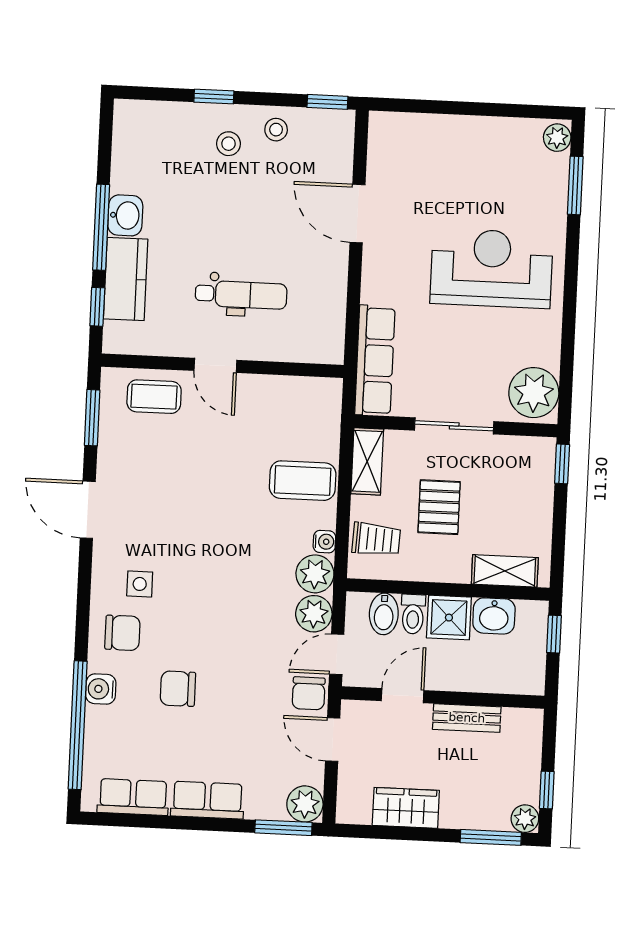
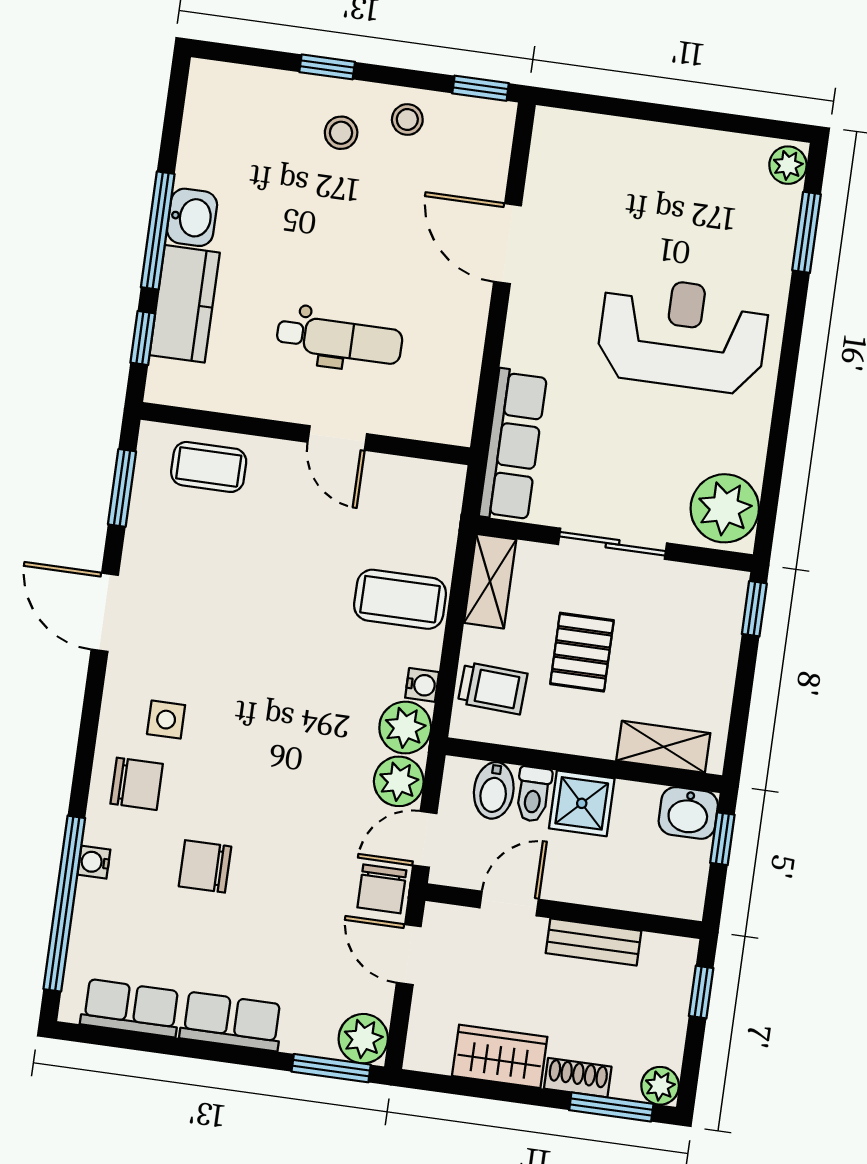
door: (215, 365) -> (337, 438), moved
washbasin: (494, 616) -> (688, 813), moved
water cooler: (101, 689) -> (94, 862), width x0.72, depth x0.72
window: (547, 790) -> (701, 992), moved
shoe rack: (464, 818) -> (578, 1078), added

